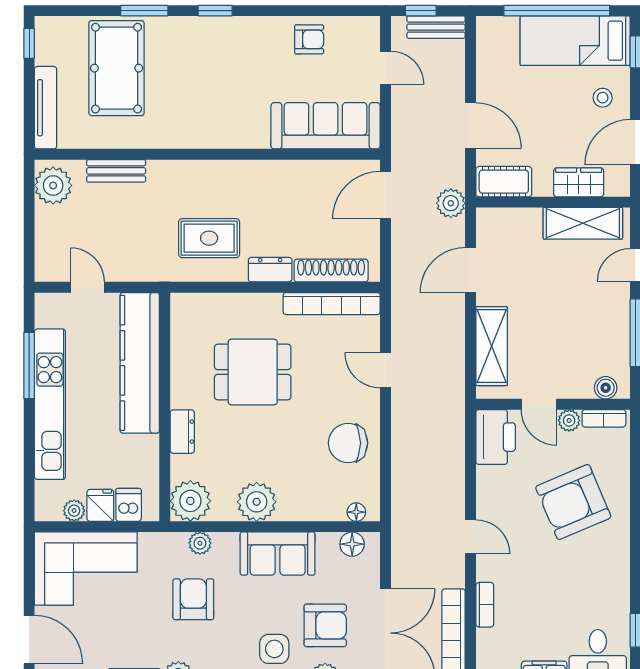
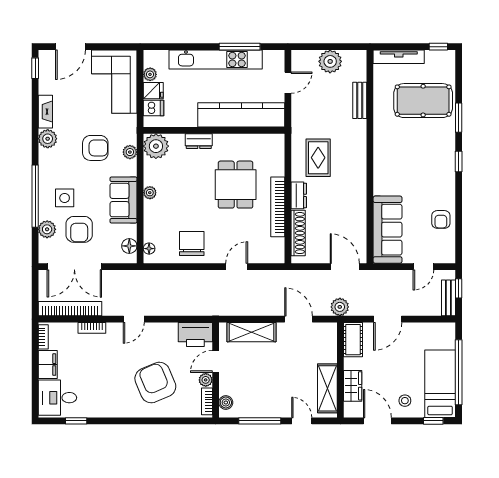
plant: (53, 185) -> (330, 61), moved
bookcase: (332, 304) -> (278, 207), moved
plant: (257, 502) -> (150, 193), width x0.53, depth x0.53

